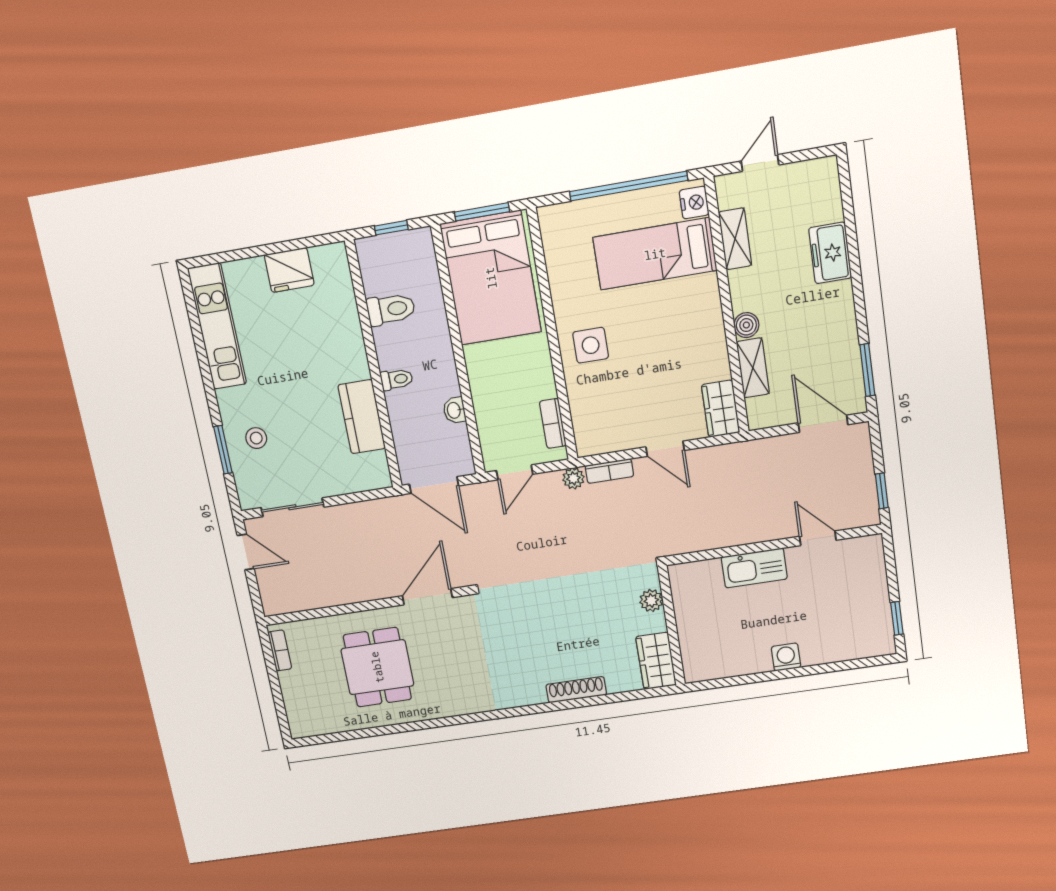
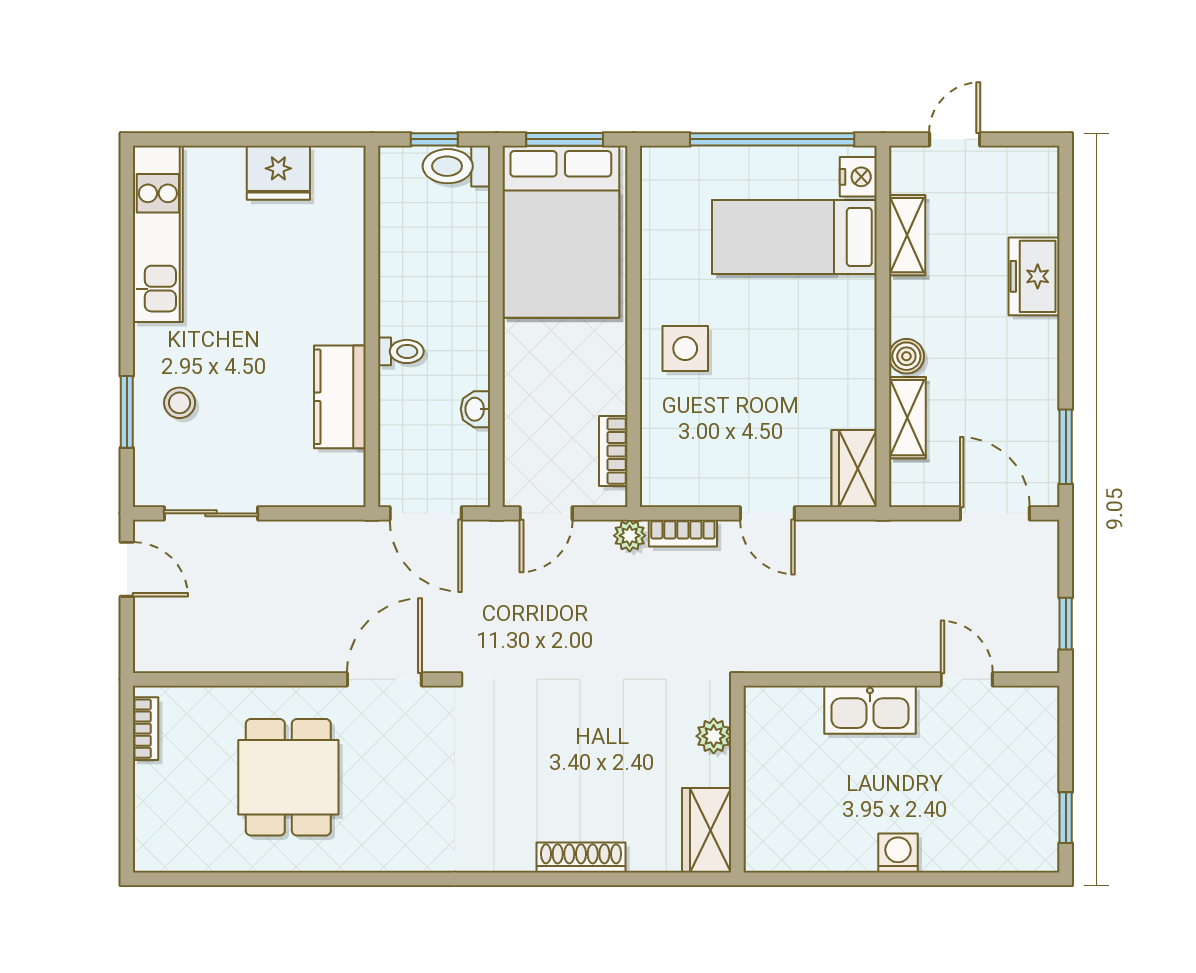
toilet: (391, 309) -> (456, 166), moved, turned 180

